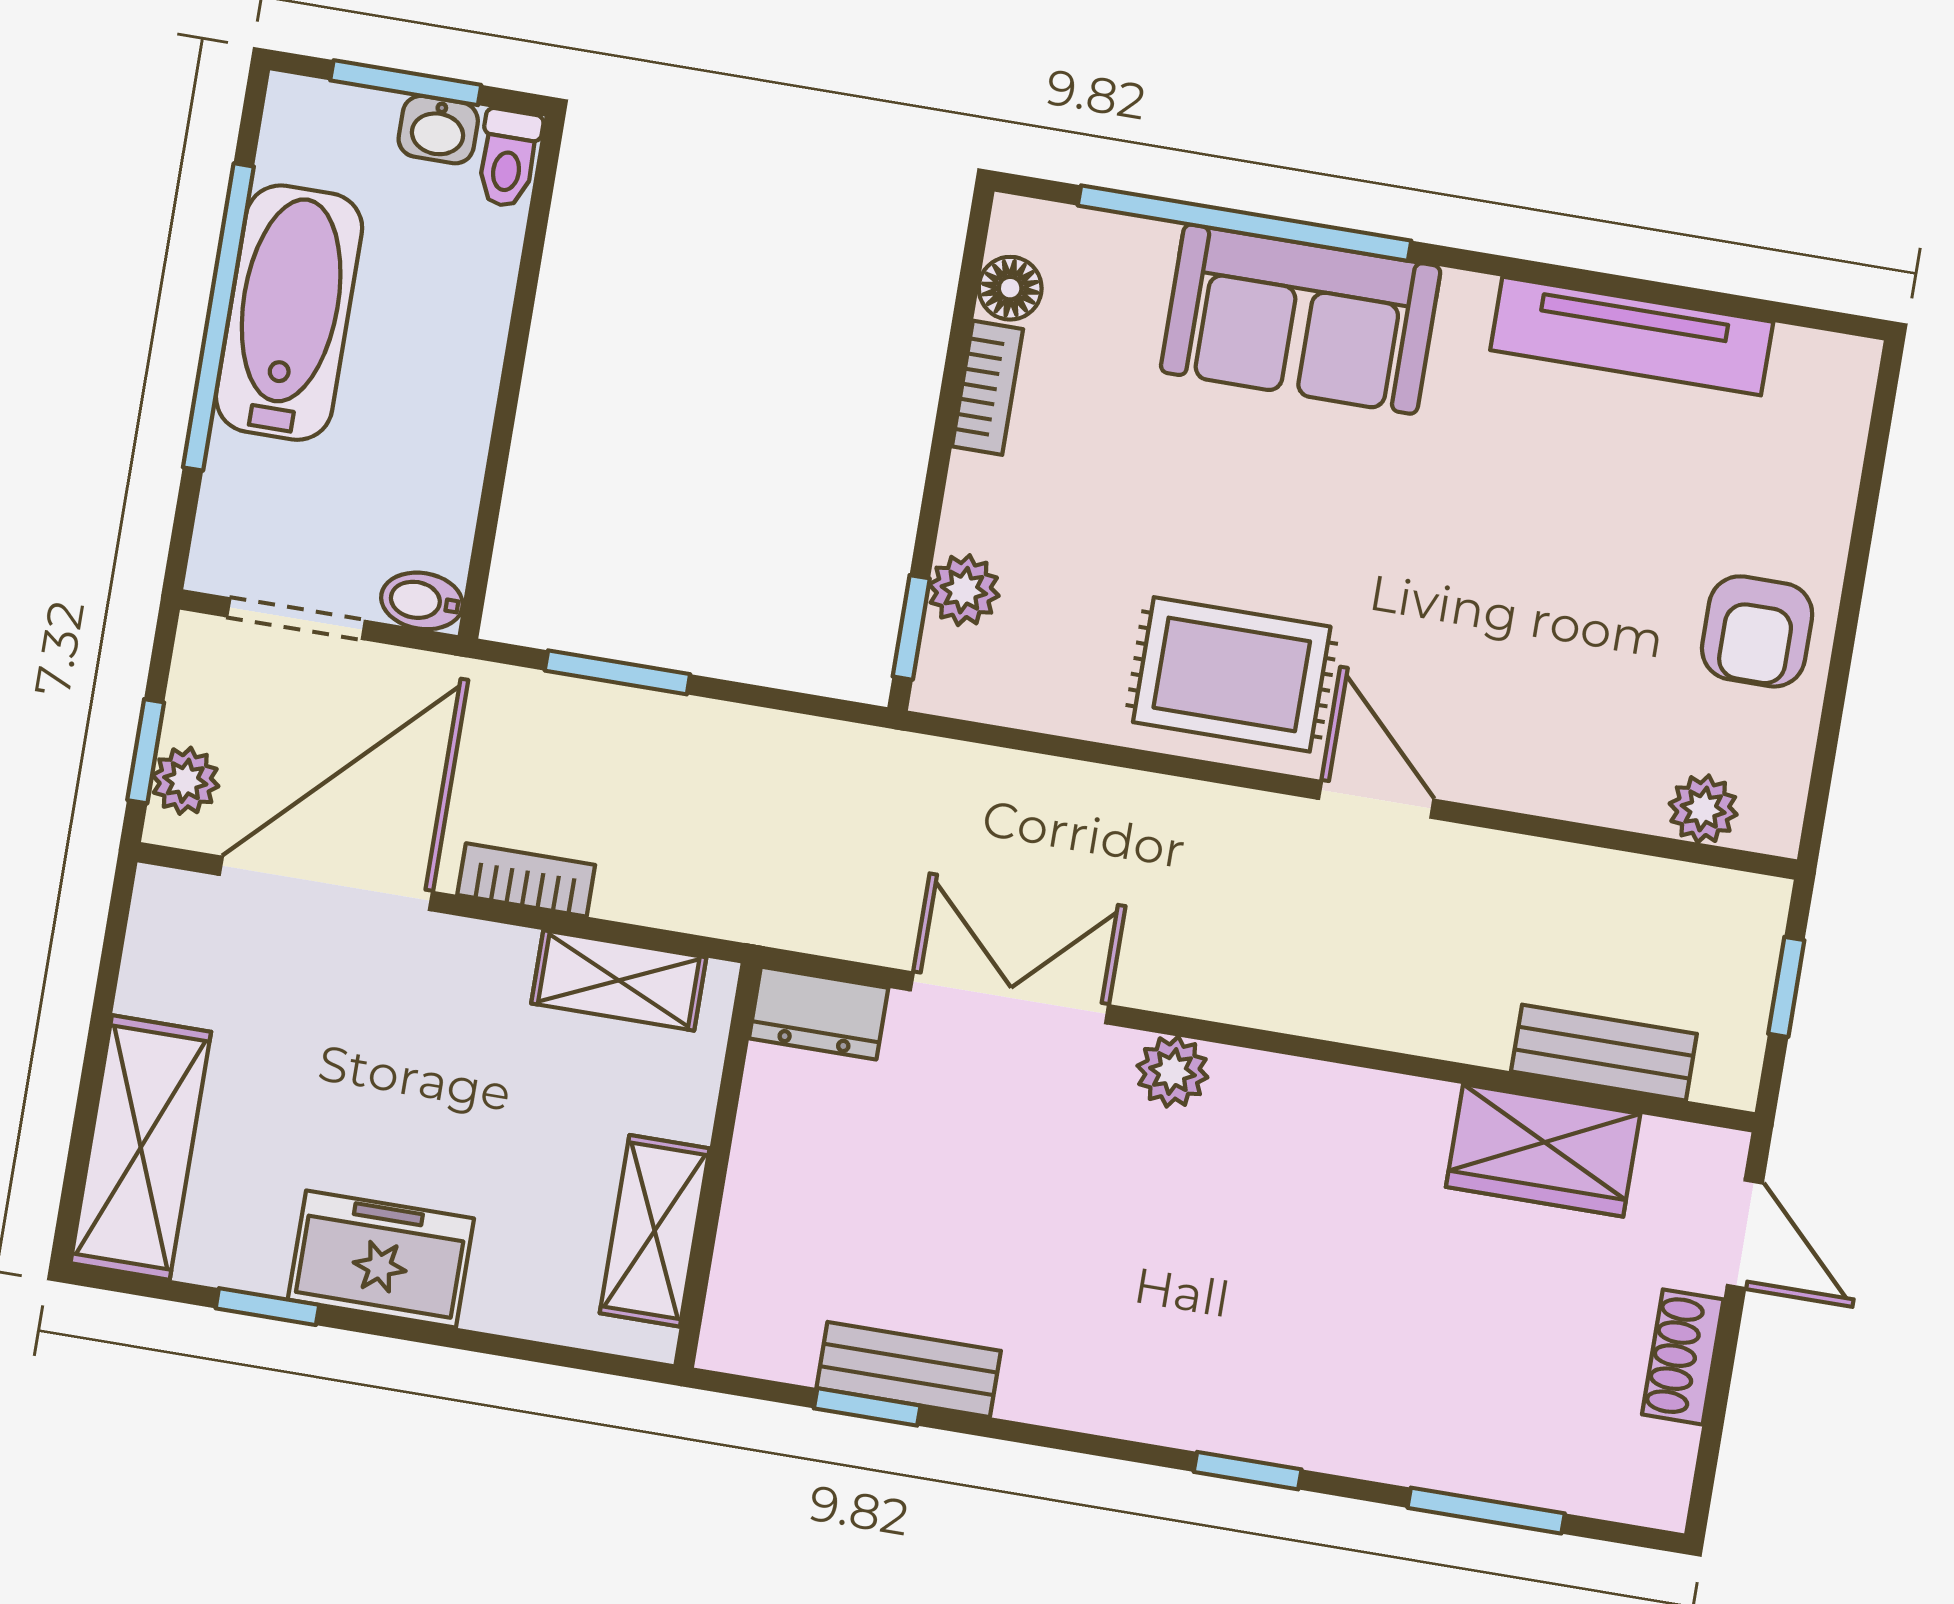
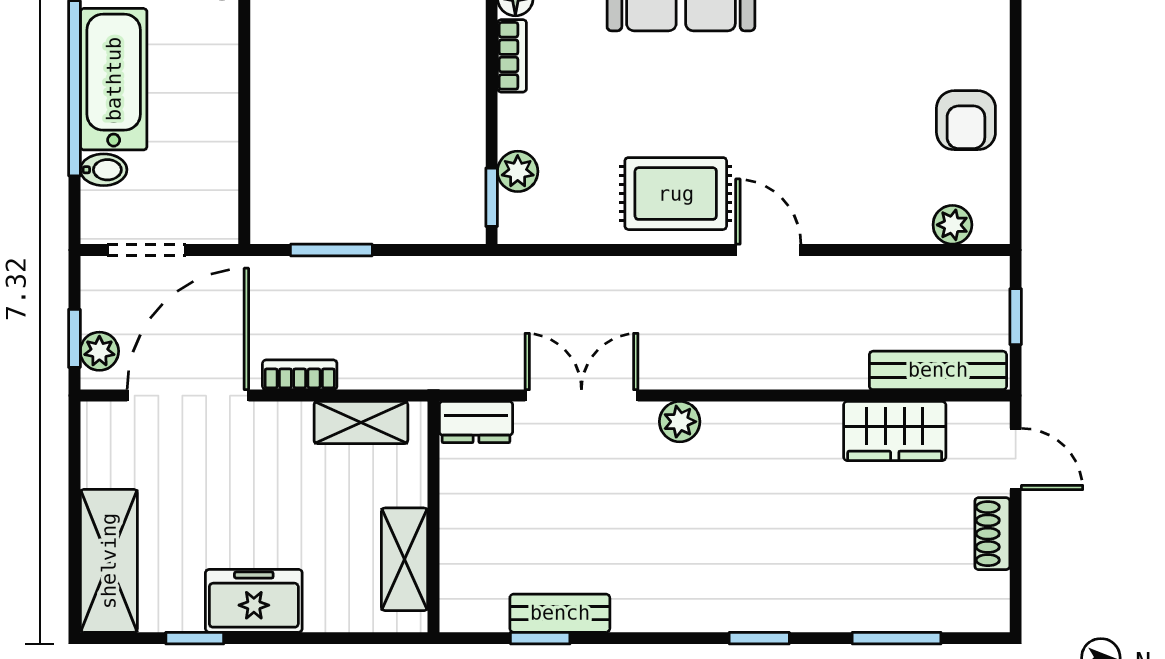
bidet: (422, 601) -> (104, 170), moved, turned 180
bench: (1604, 1053) -> (938, 370), width x1.36

